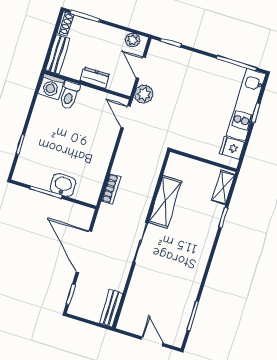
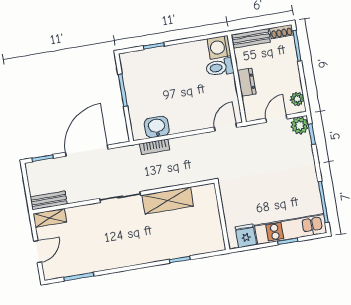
plant: (144, 94) -> (300, 125), moved
washbasin: (63, 185) -> (157, 127), moved, turned -90
shelving: (223, 187) -> (50, 218), moved

